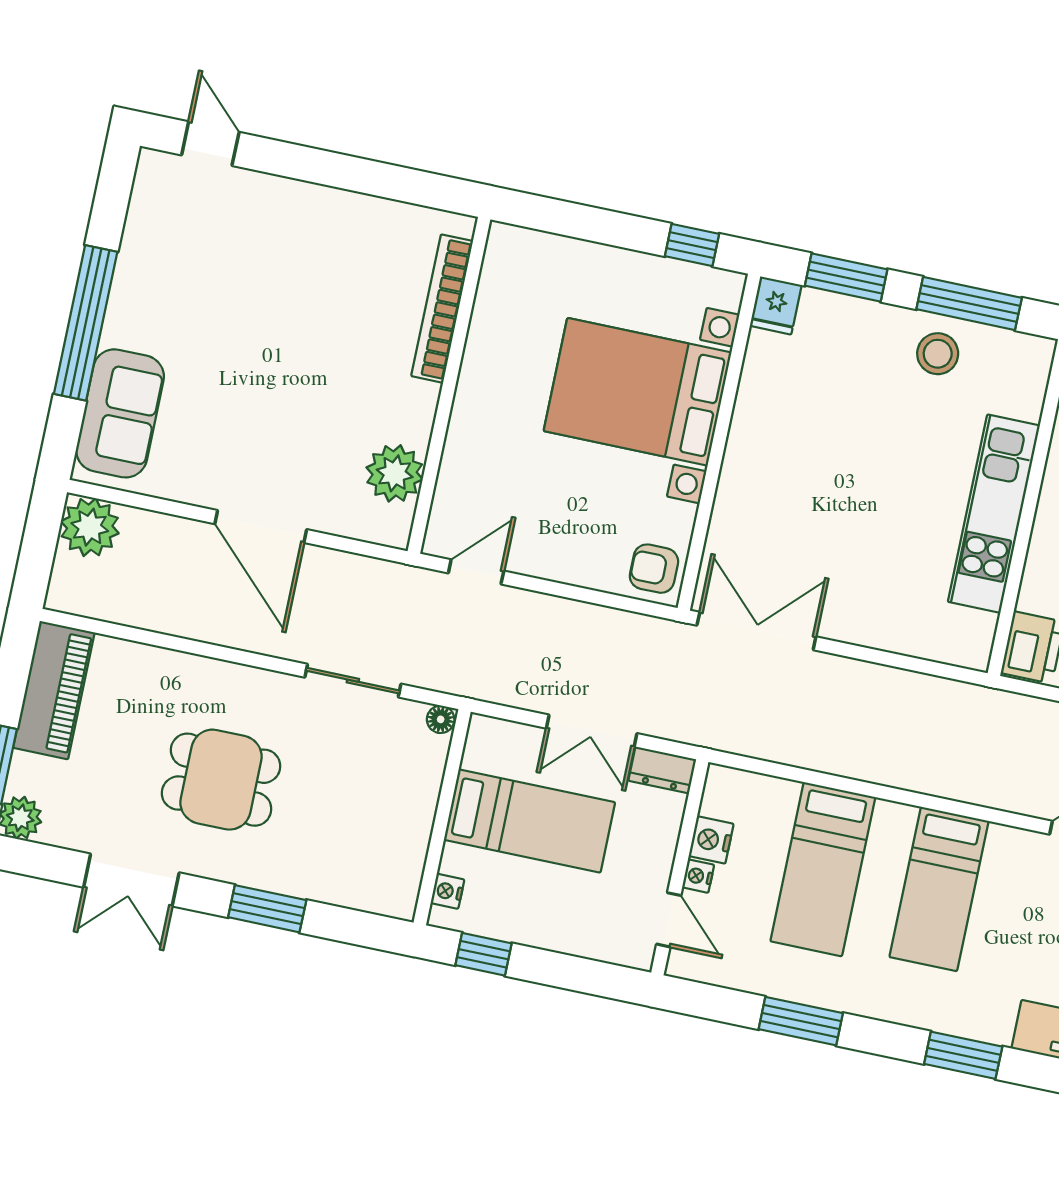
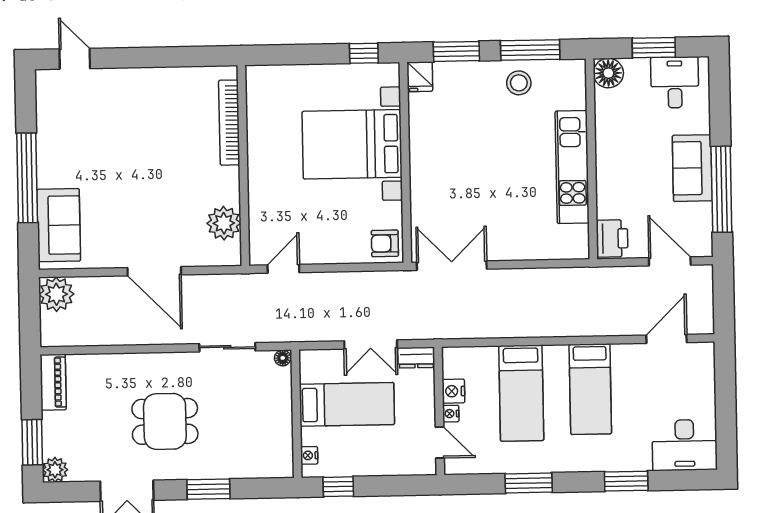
piano: (54, 690) -> (53, 382), width x0.73, depth x0.75

